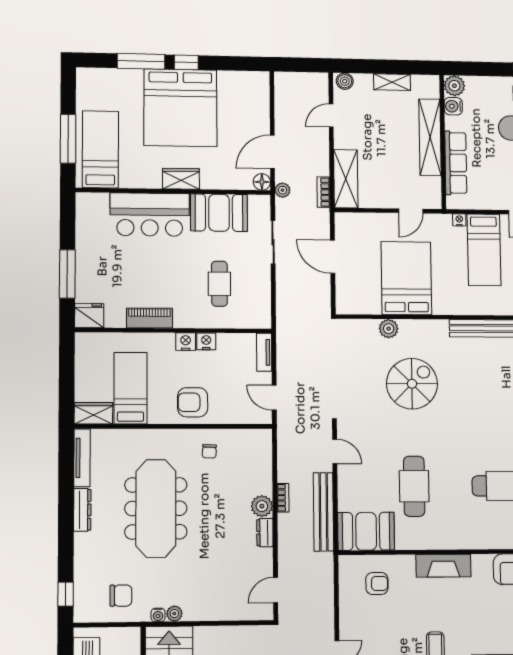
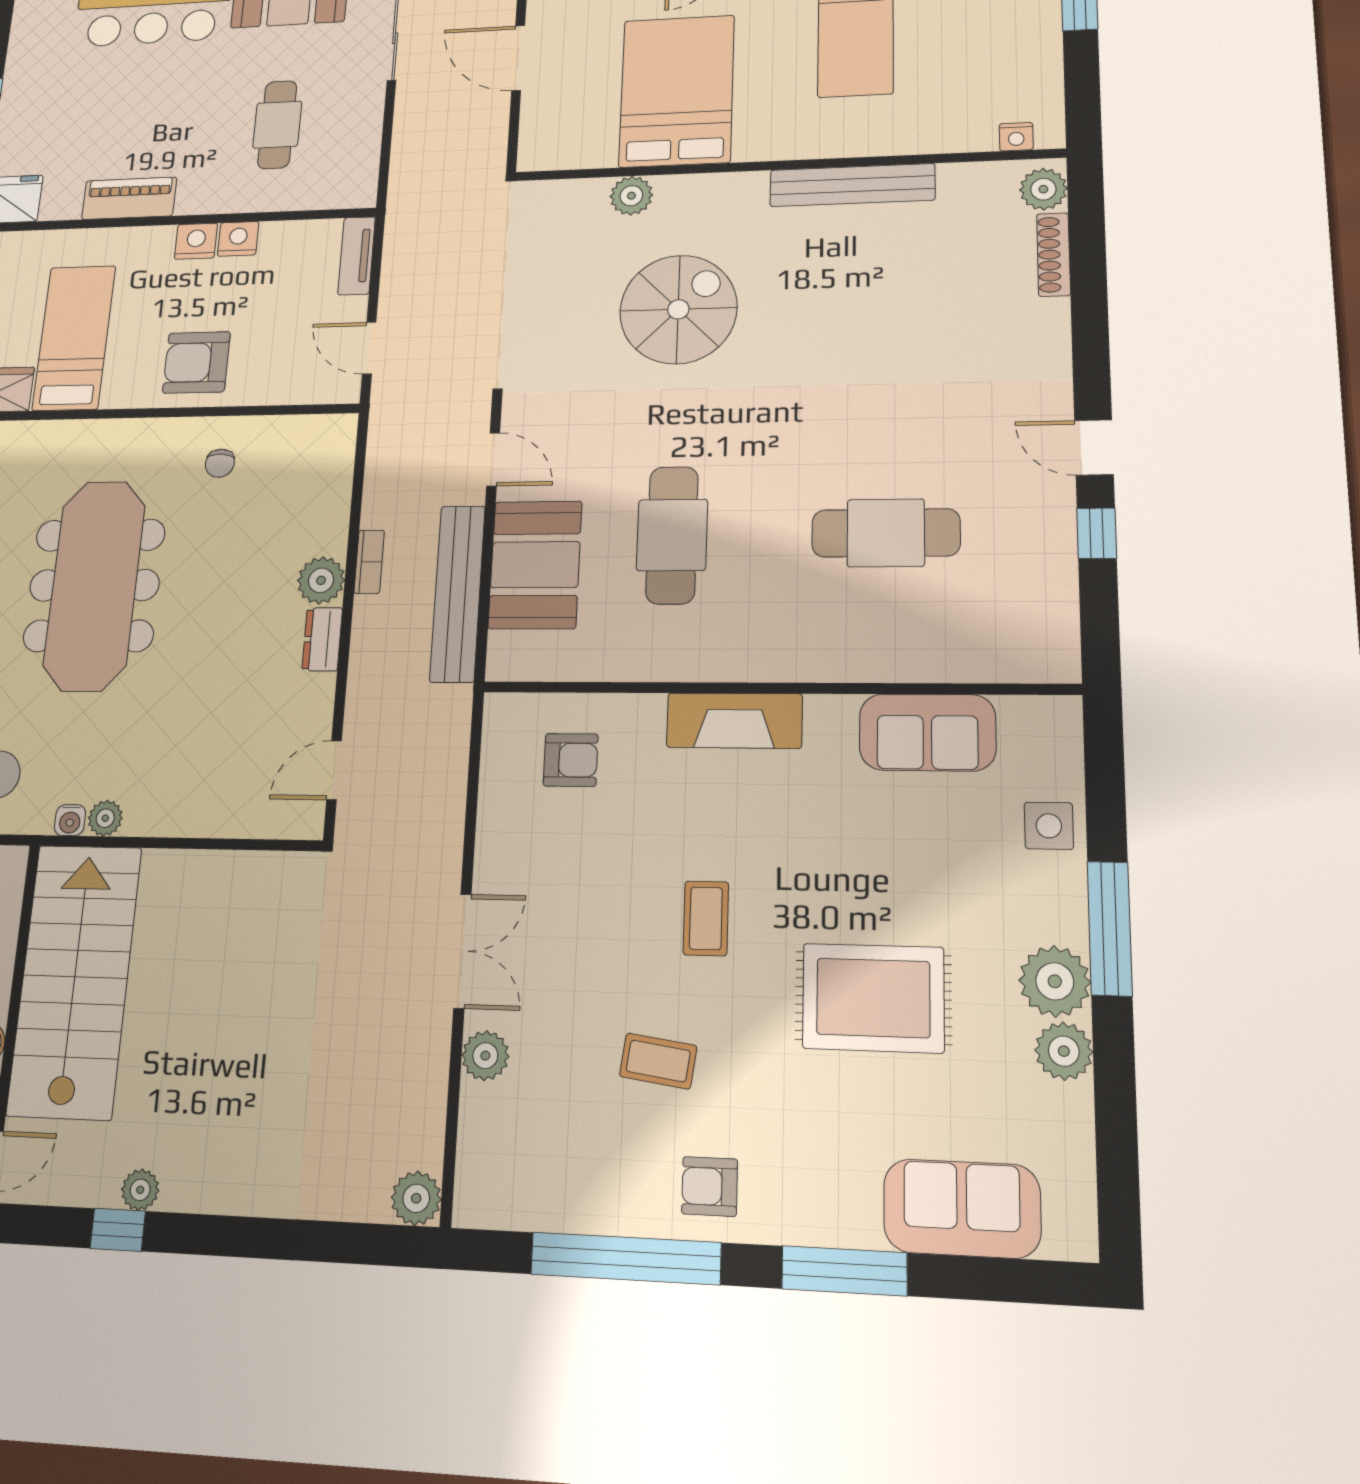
booth: (366, 531) -> (535, 565), moved, turned 90

